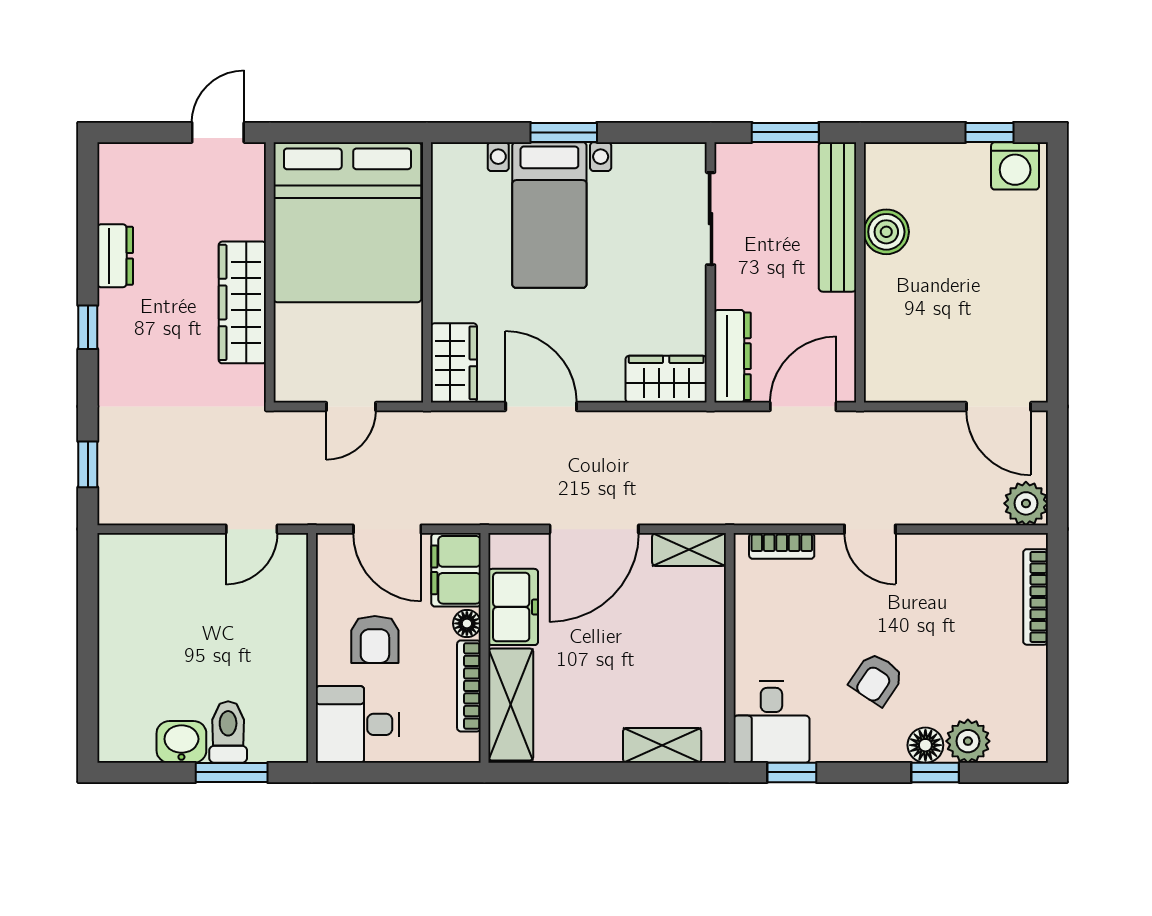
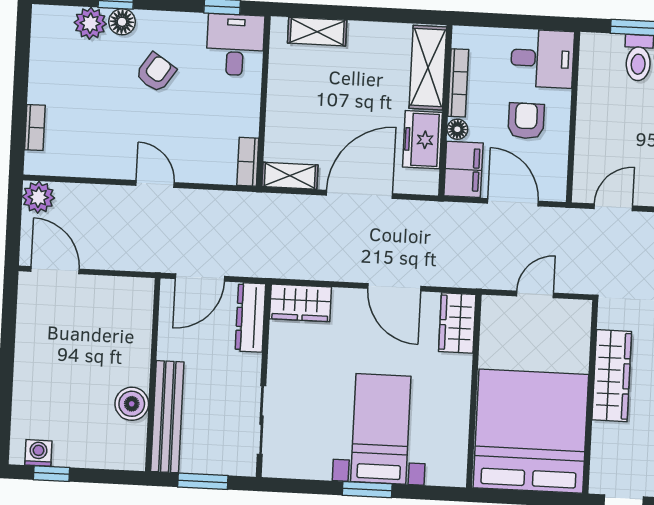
washing machine: (1015, 166) -> (38, 453), width x0.73, depth x0.73
bookcase: (782, 546) -> (248, 162), moved, turned -90
bookcase: (1036, 597) -> (35, 128), width x0.64

